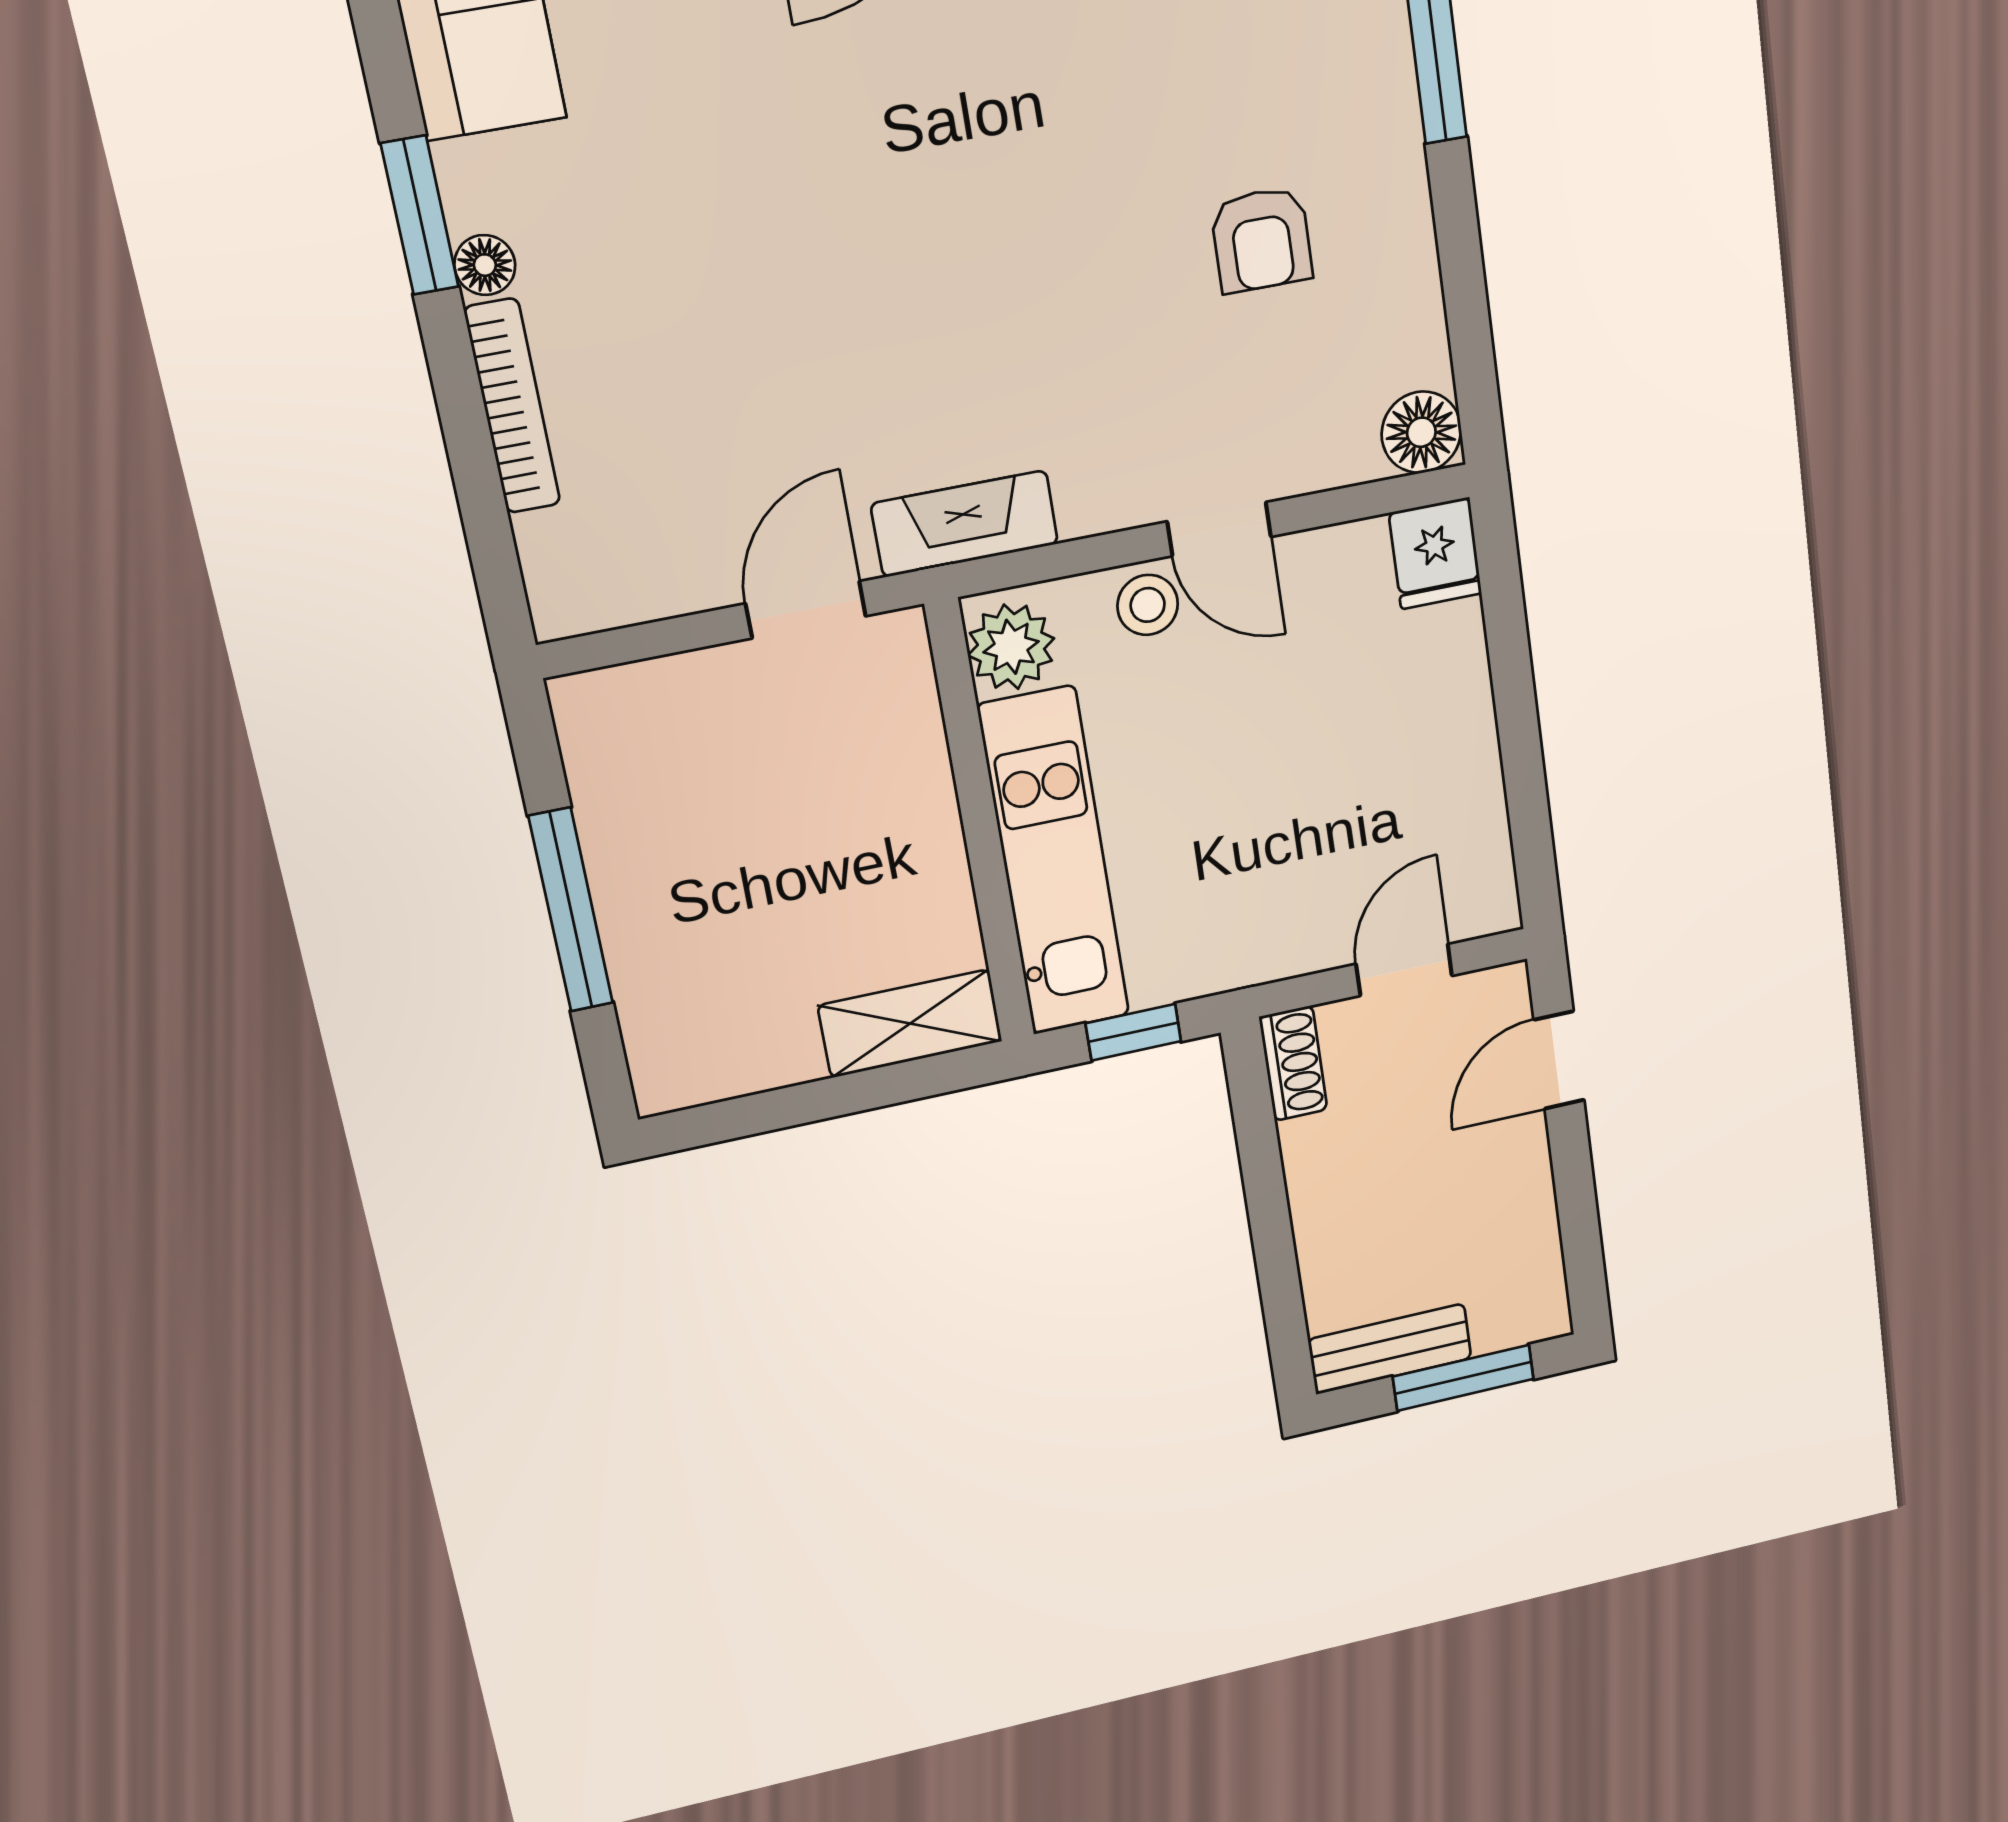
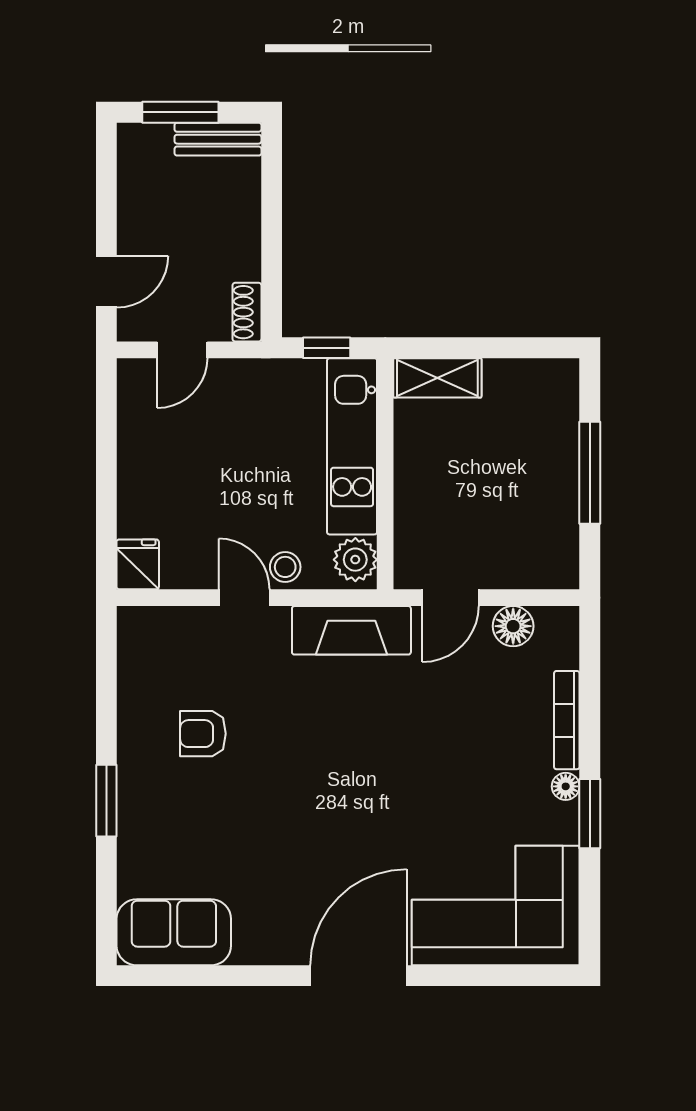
armchair: (1262, 240) -> (203, 734), turned -90
floor lamp: (1421, 432) -> (513, 626), moved
fireplace: (965, 524) -> (351, 630), width x1.37, depth x1.32

